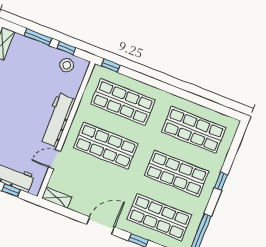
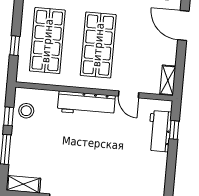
window: (111, 66) -> (15, 46), moved

